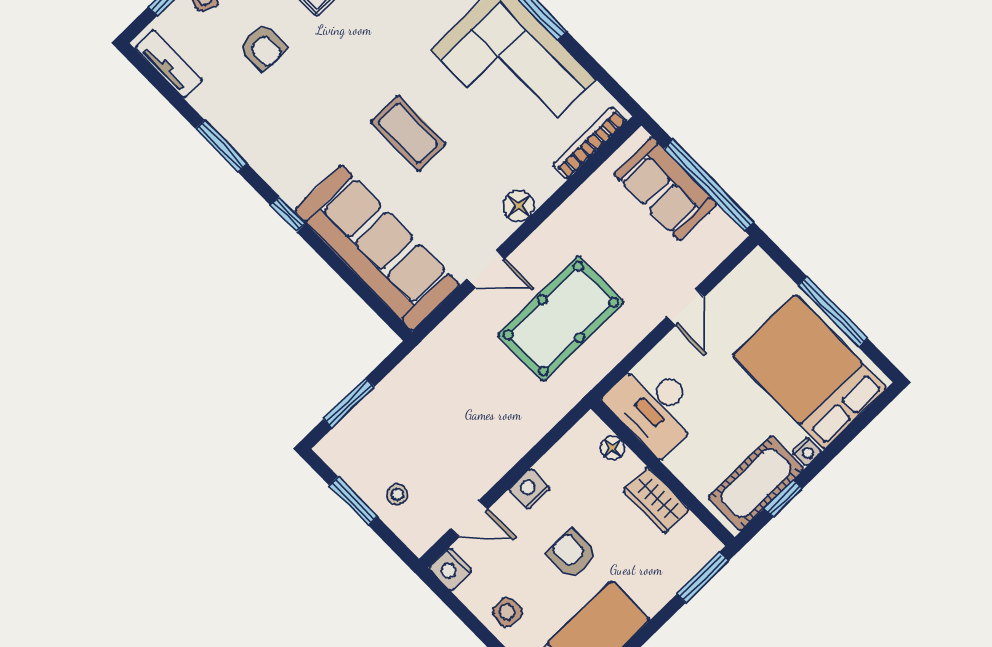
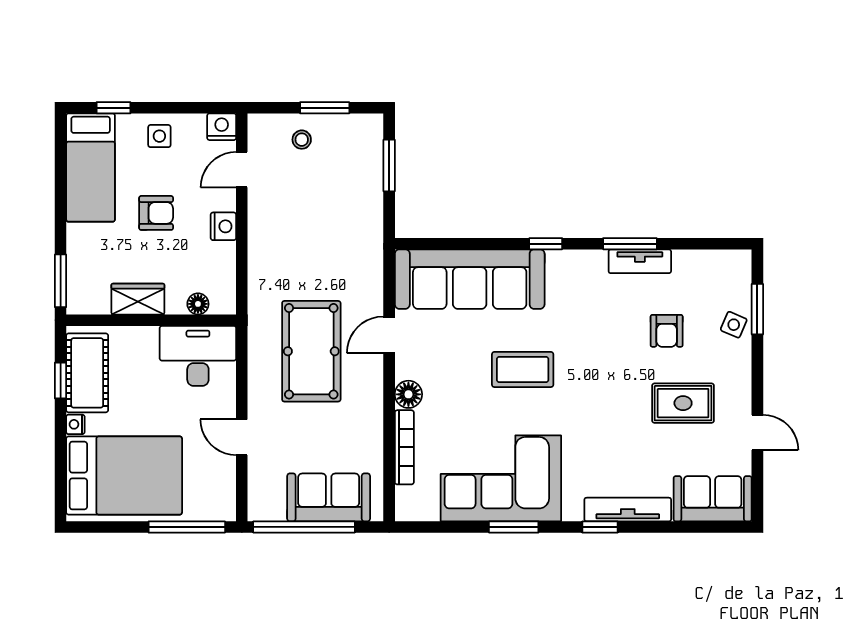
armchair: (263, 47) -> (667, 331), turned -90
tv unit: (169, 64) -> (640, 261), moved
bookcase: (590, 143) -> (404, 447), moved
window: (833, 312) -> (187, 527), moved

